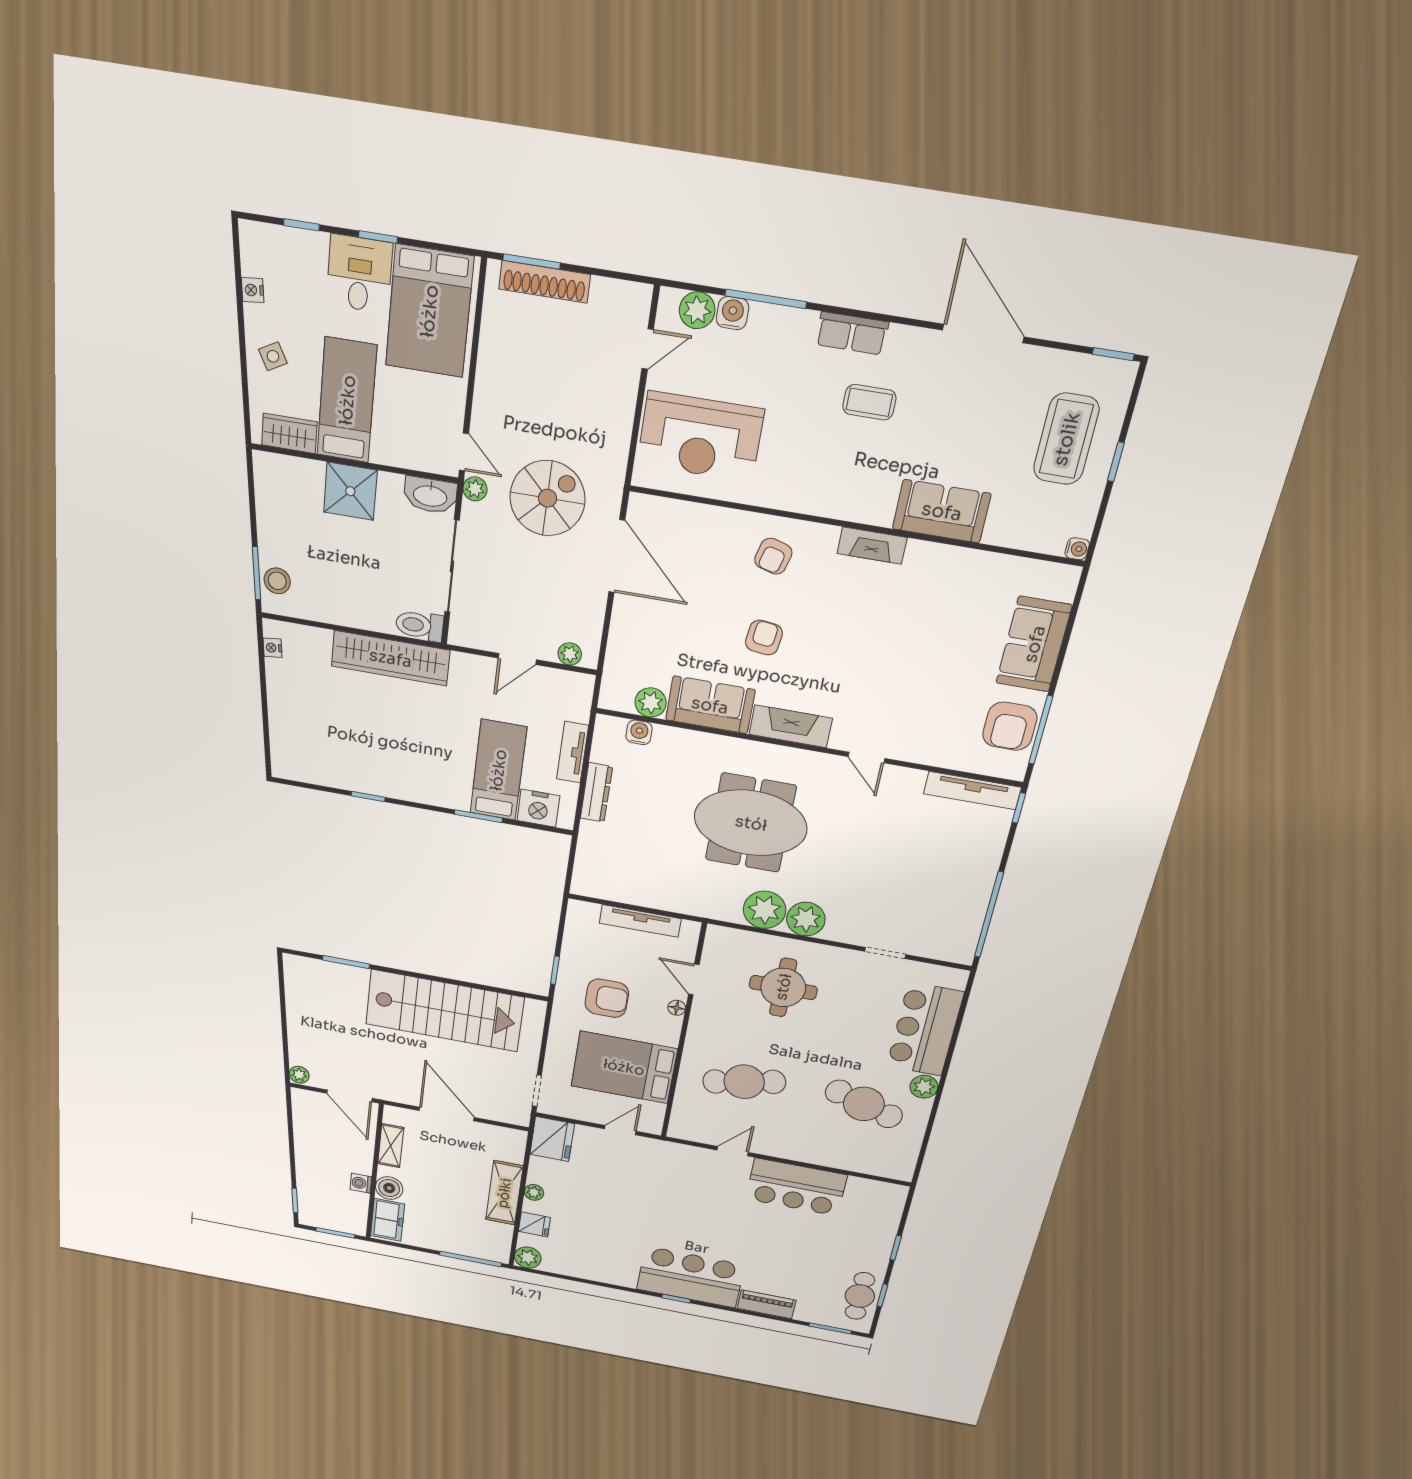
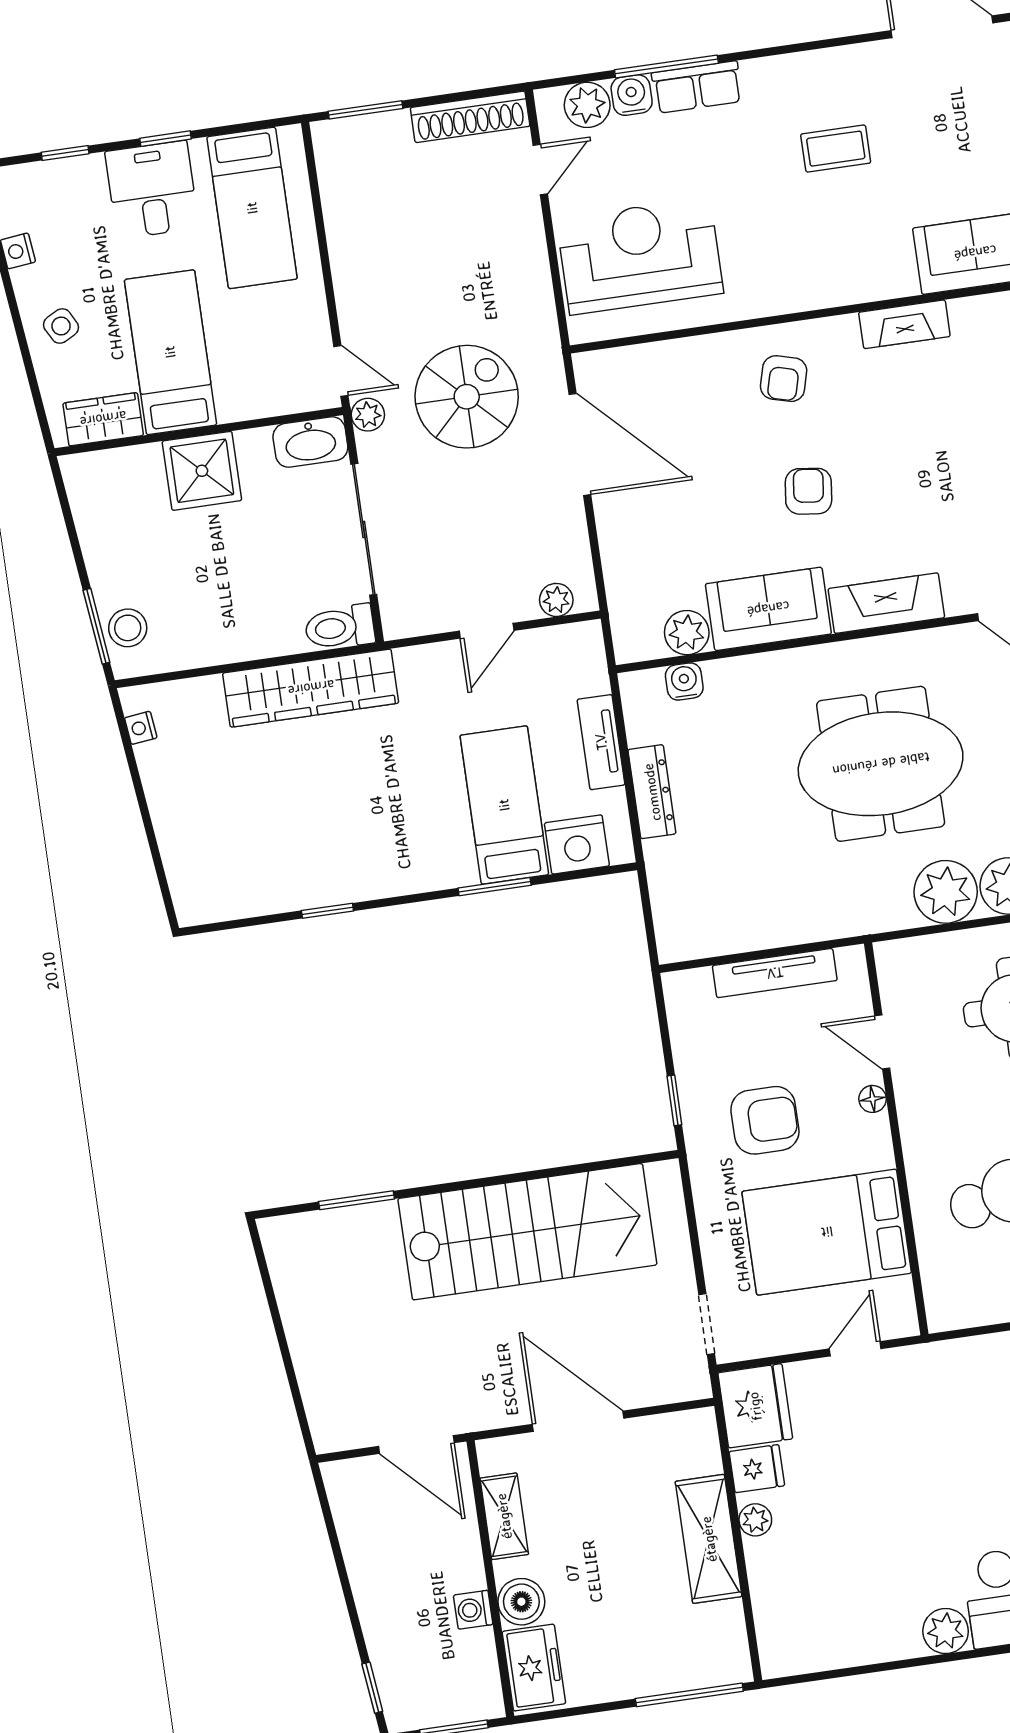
shoe rack: (545, 282) -> (470, 117), moved
bed: (429, 311) -> (252, 208), width x0.67
row of seats: (852, 333) -> (697, 87), moved
reception desk: (700, 437) -> (640, 256), turned 180
plant: (299, 1075) -> (328, 1434), removed
fridge: (534, 1224) -> (757, 1469), moved
plant: (528, 1257) -> (946, 1631), moved

